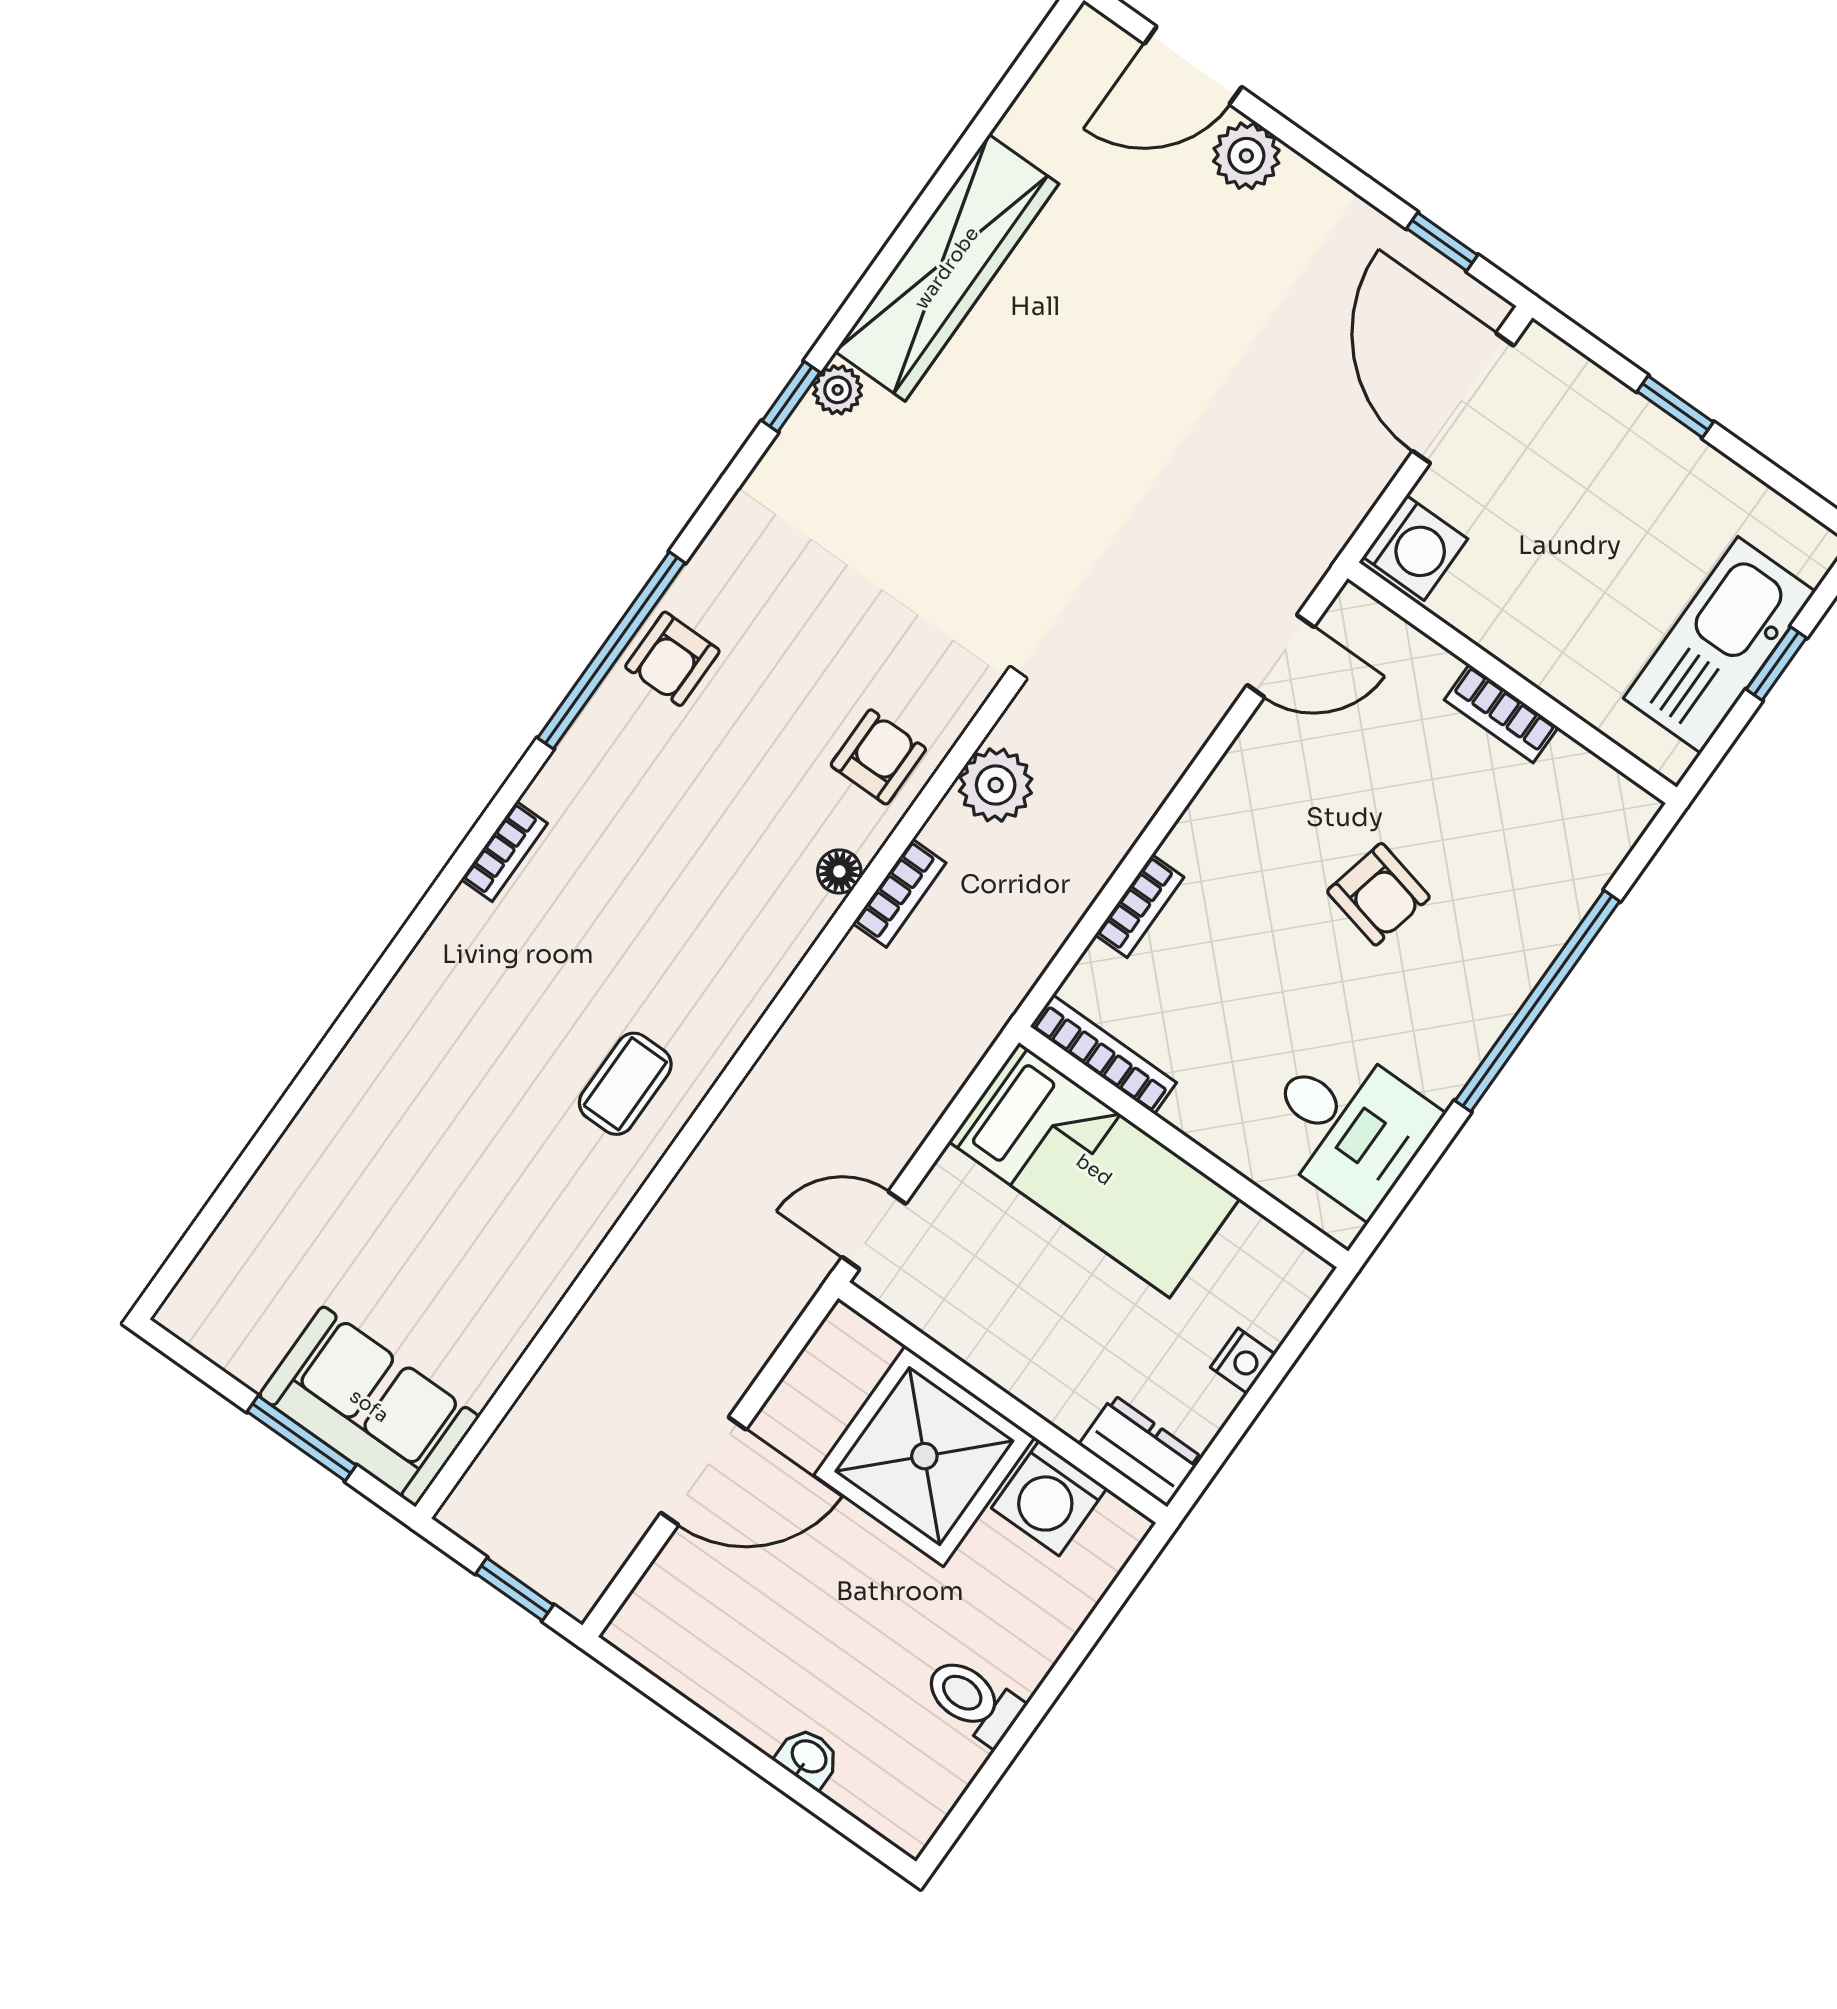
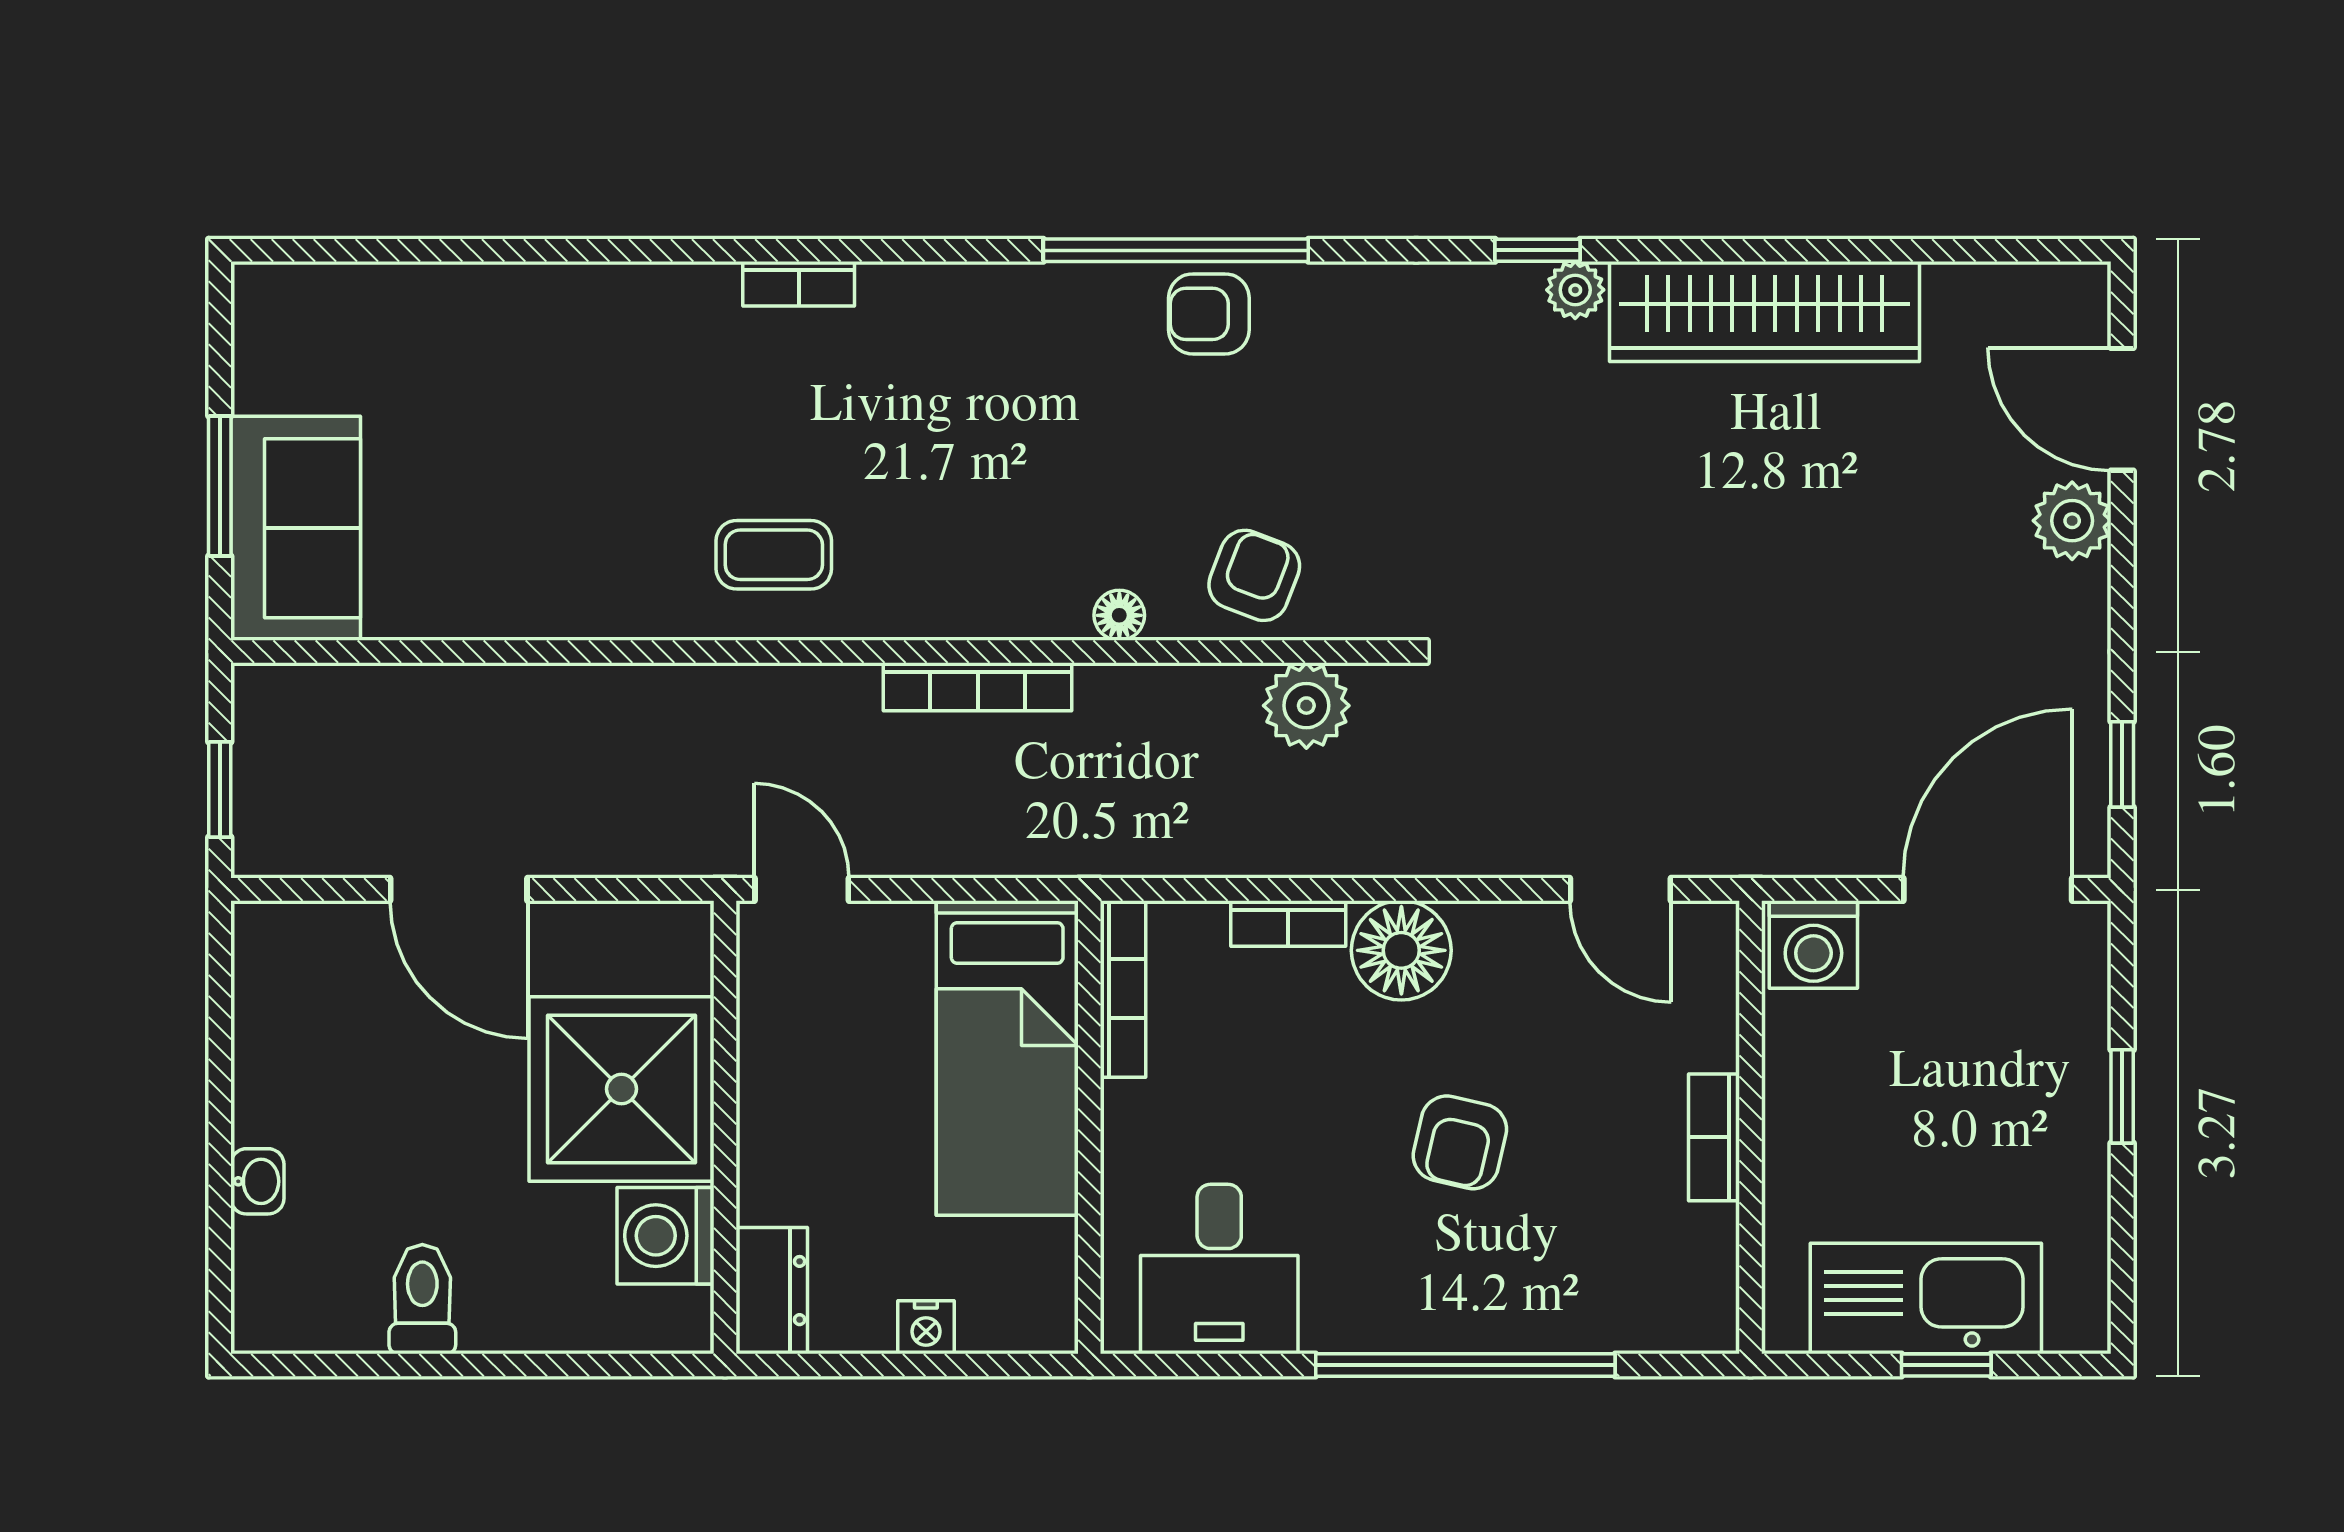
armchair: (878, 757) -> (1254, 575), turned -69
floor lamp: (1215, 840) -> (1401, 950), added
bookcase: (504, 851) -> (799, 284), moved
bookcase: (899, 893) -> (978, 687), moved, width x1.56

